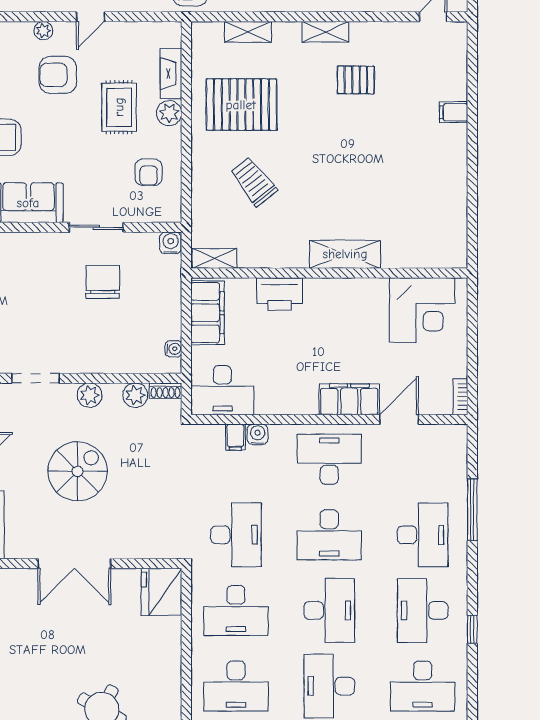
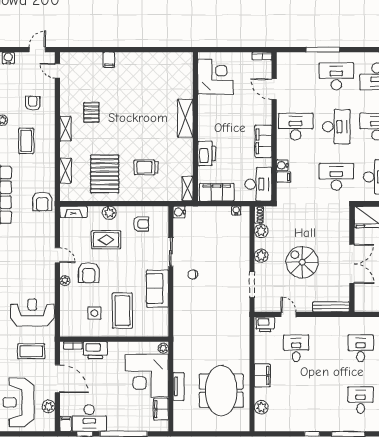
fireplace: (171, 74) -> (73, 212), moved
trolley: (254, 182) -> (146, 167), turned 38
chair: (103, 282) -> (193, 274), moved, width x0.54, depth x0.54
filing cabinet: (349, 399) -> (263, 141), moved
desk: (329, 459) -> (296, 127), turned 90

